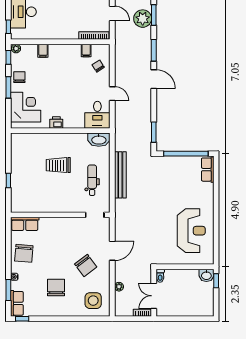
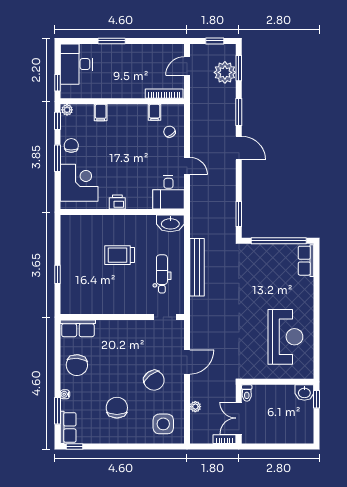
door: (112, 13) -> (187, 66), swing flipped

